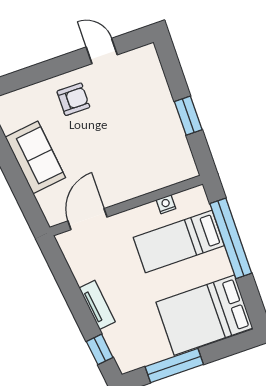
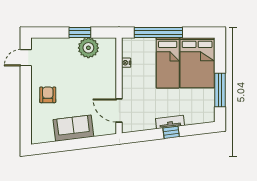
door: (102, 51) -> (26, 58), moved
plant: (169, 137) -> (88, 48), added
bed: (179, 241) -> (168, 63), moved
window: (100, 349) -> (171, 132), moved

